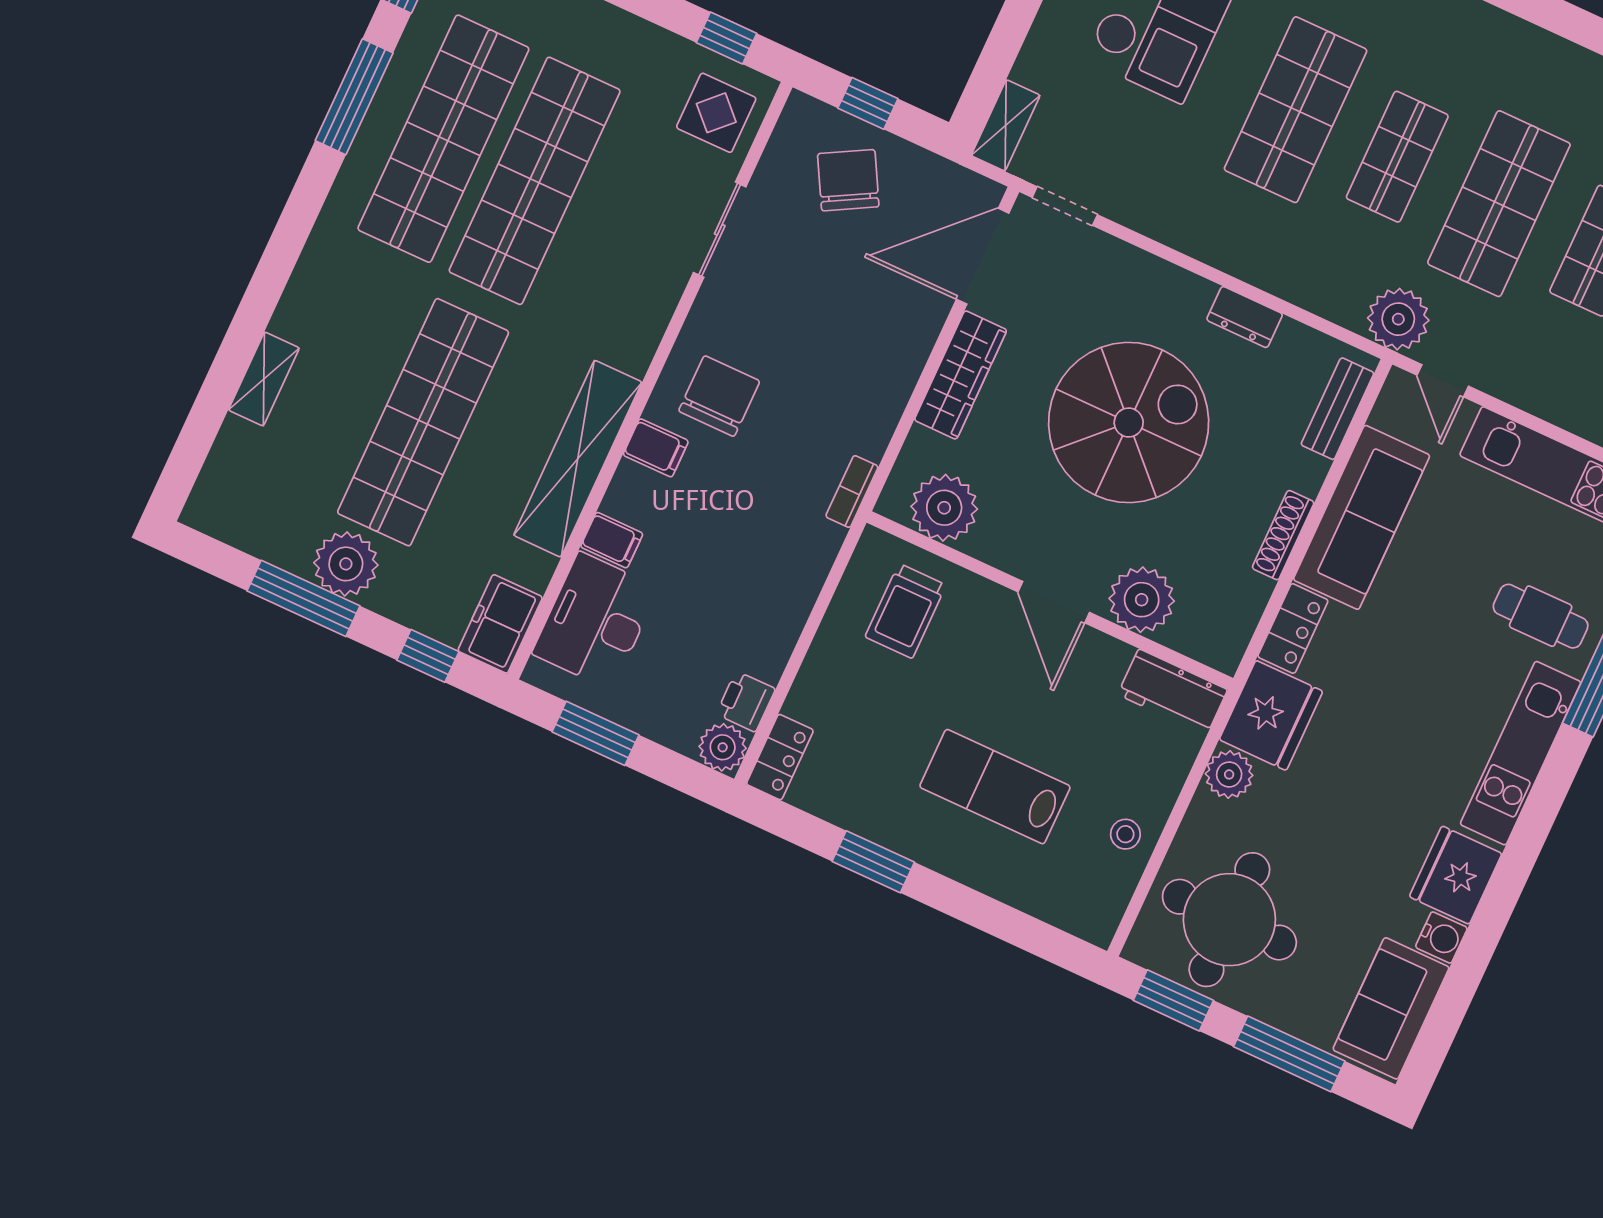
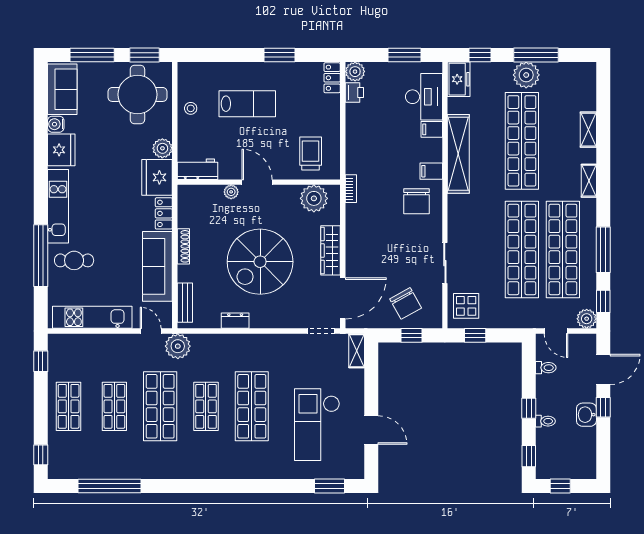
shelving: (315, 265) -> (589, 181), added
plant: (1142, 600) -> (231, 192), width x0.53, depth x0.53

